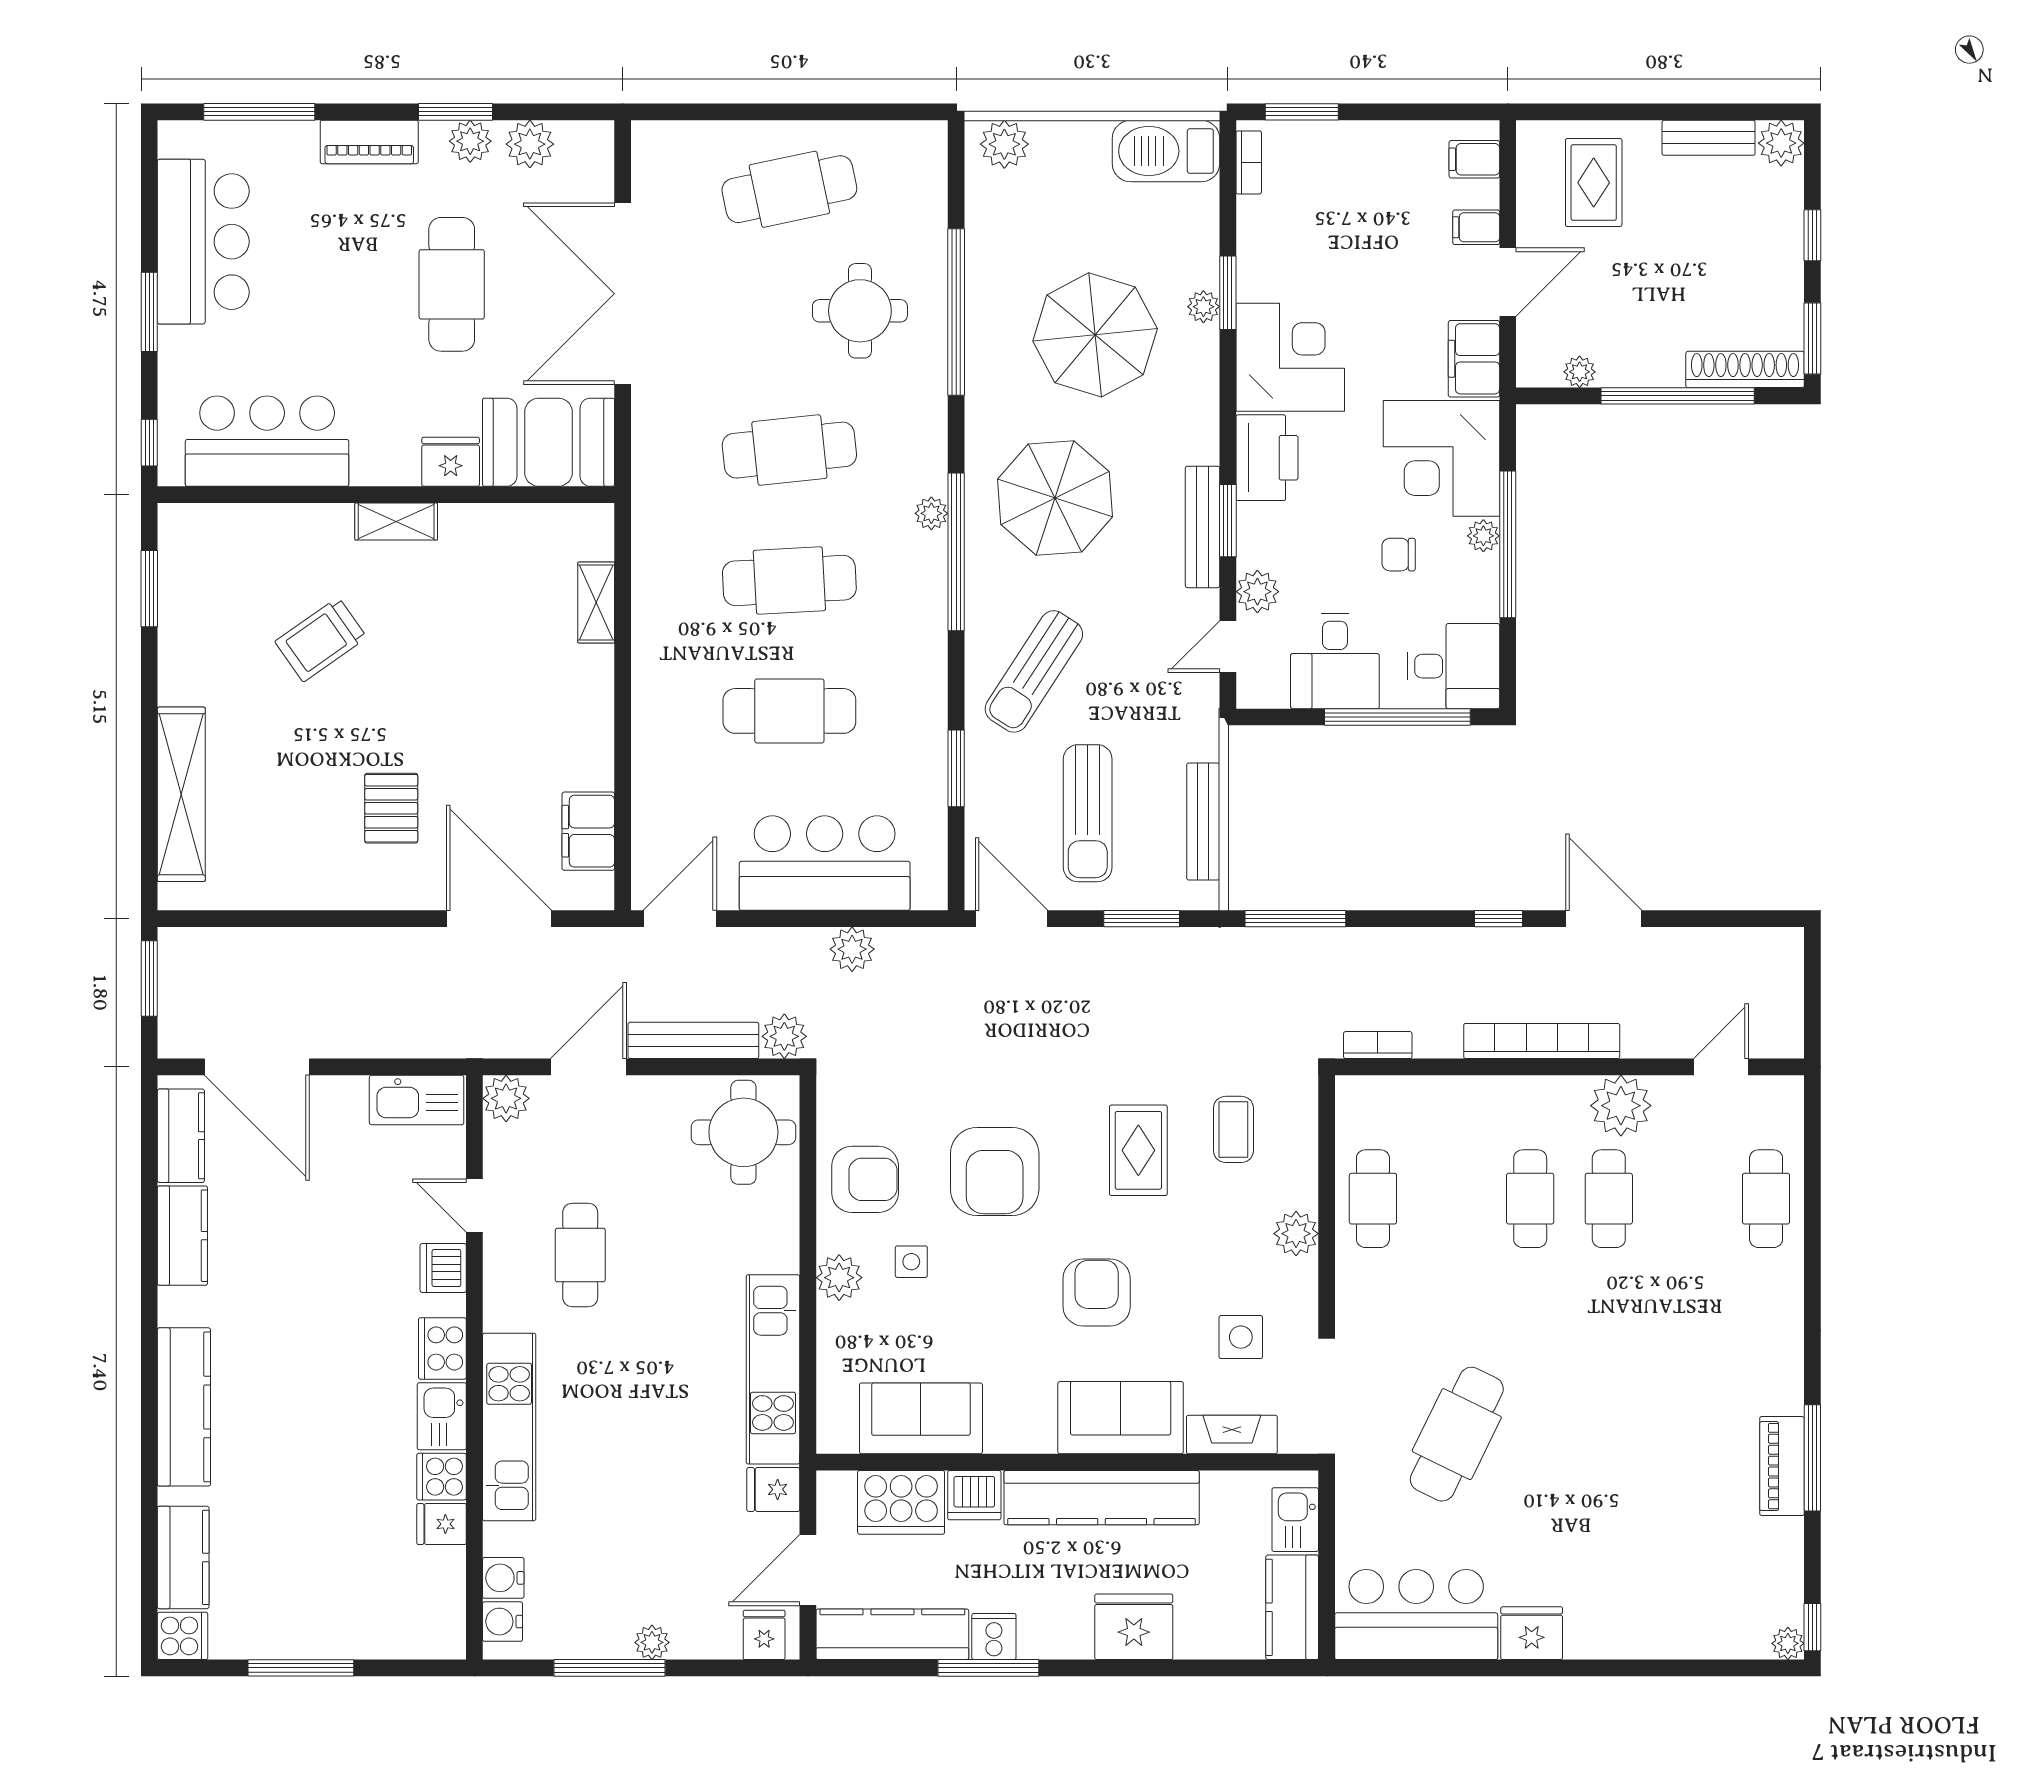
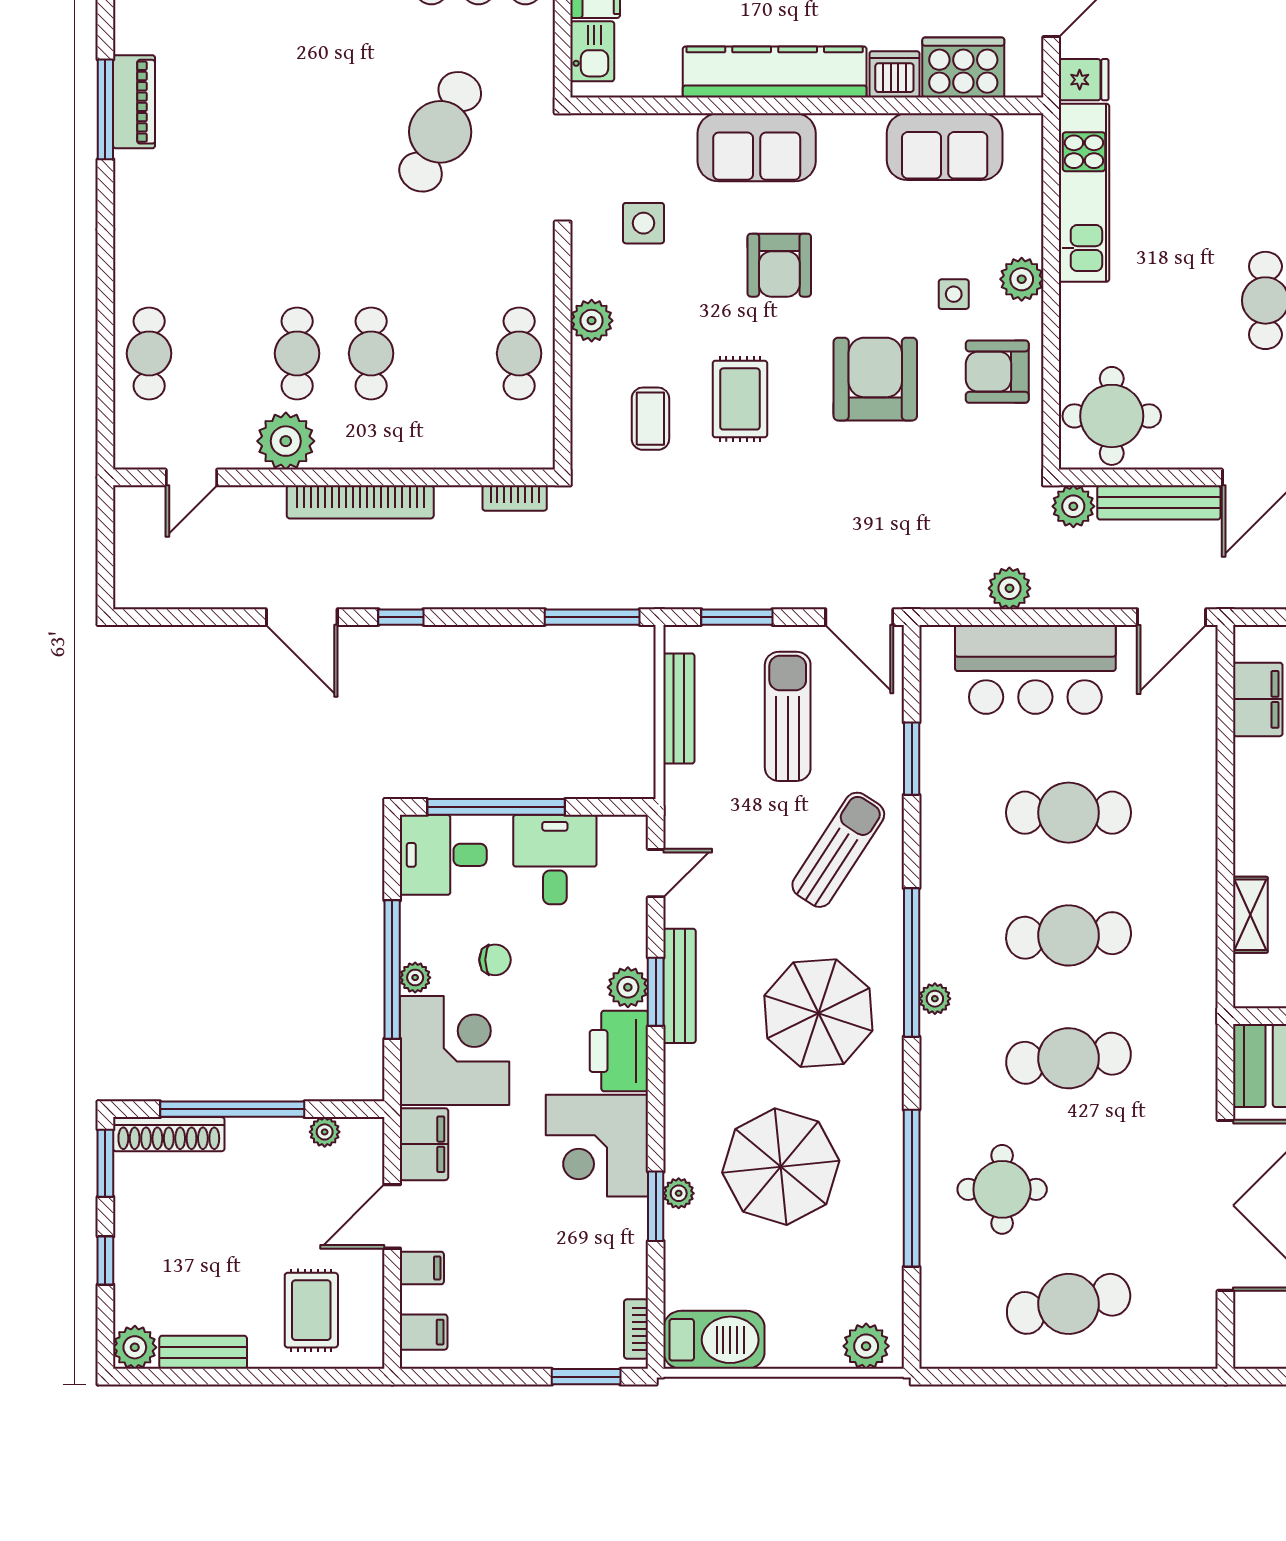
plant: (1257, 592) -> (628, 987), moved
fireplace: (1232, 1435) -> (652, 131), removed

